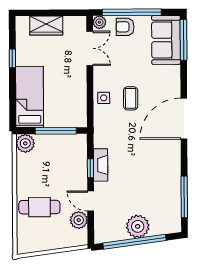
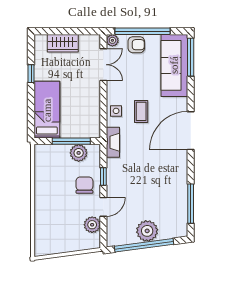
armchair: (125, 27) -> (136, 45), turned 180
sofa: (166, 40) -> (174, 65), width x1.36
plant: (25, 143) -> (79, 153), moved
fireplace: (101, 165) -> (113, 142), moved
chair: (70, 178) -> (84, 185), added
door: (91, 201) -> (103, 207), swing flipped
cafe table: (39, 207) -> (56, 212), removed

